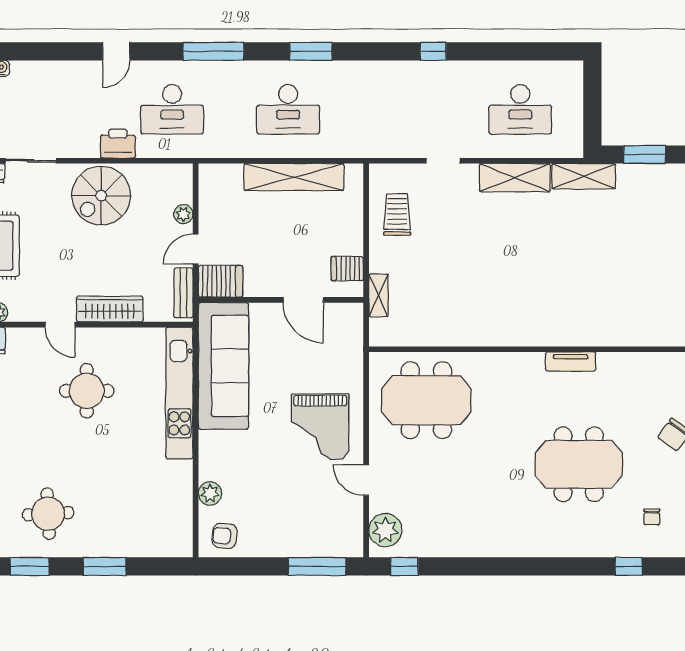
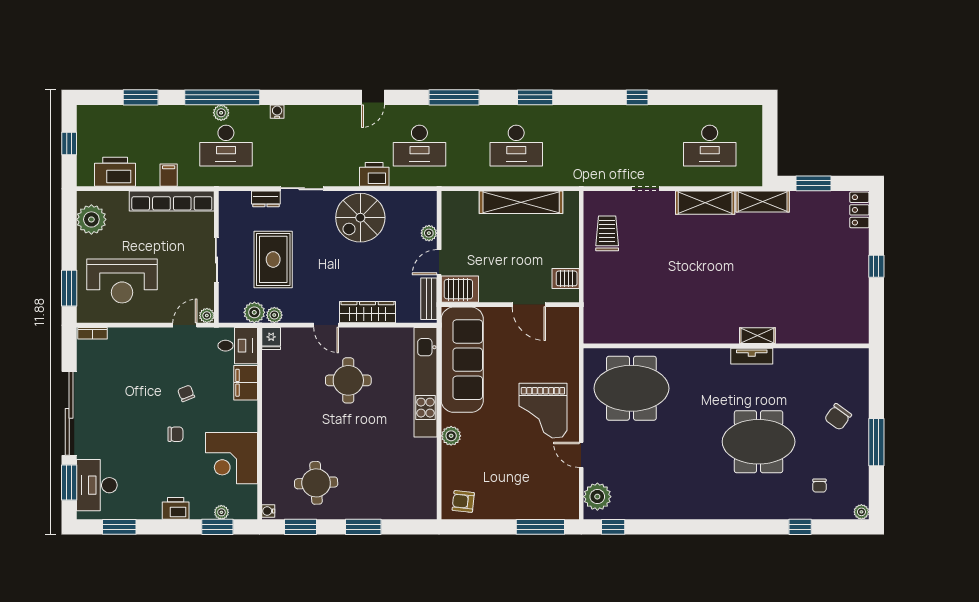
shelving: (378, 295) -> (757, 336), moved, turned 90
plant: (210, 493) -> (451, 436), moved

